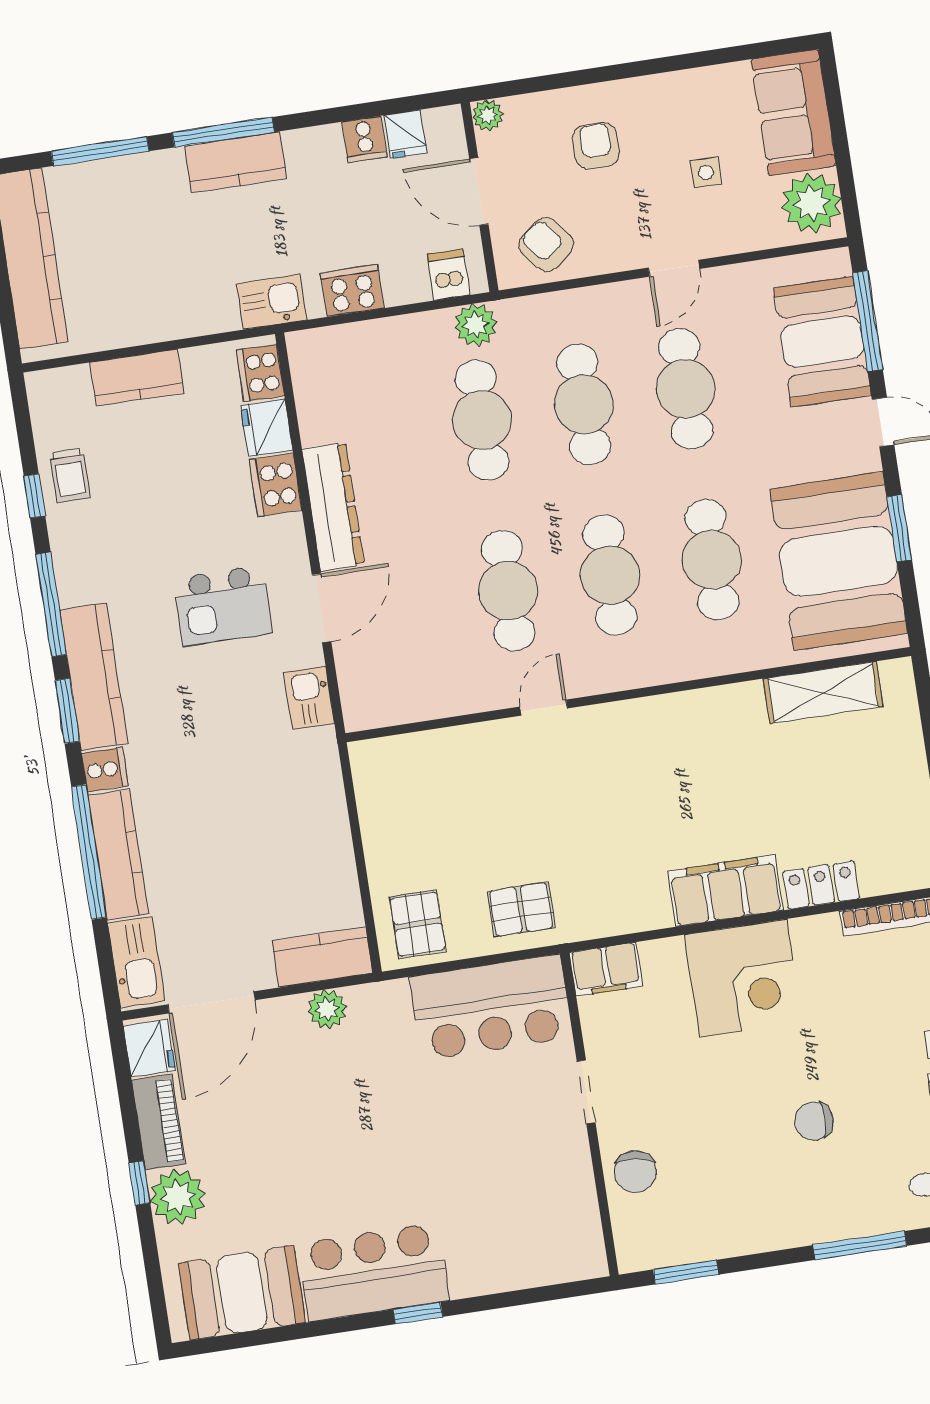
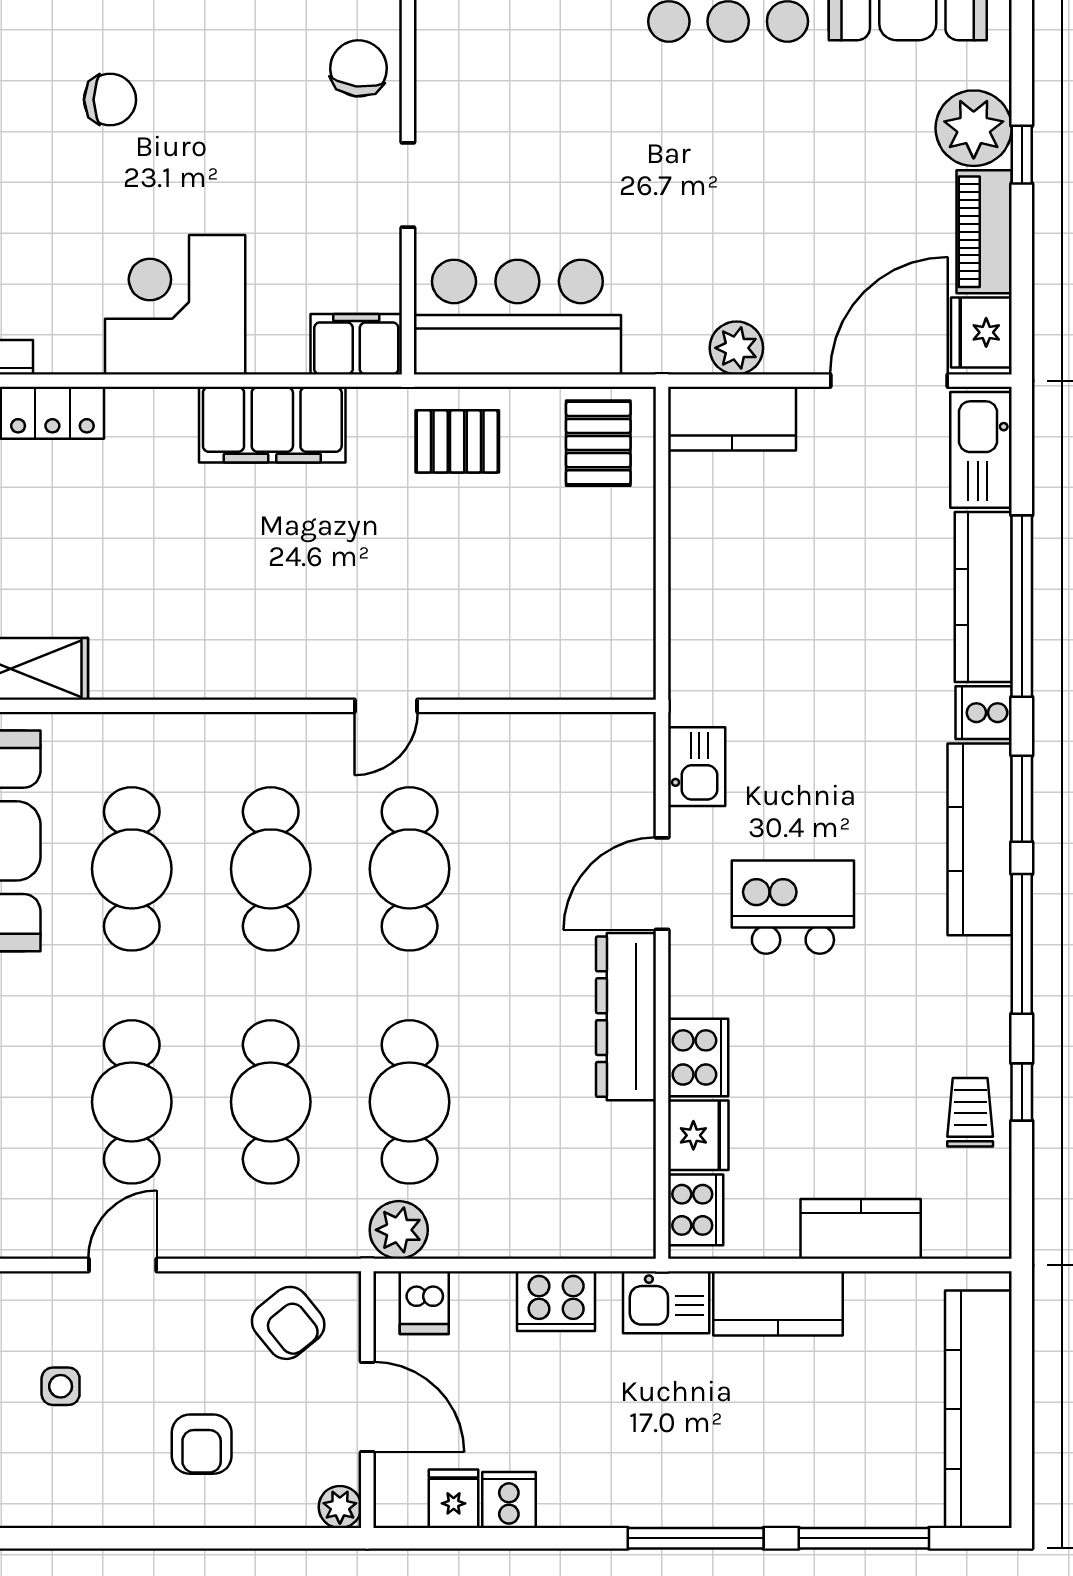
kitchen counter: (236, 162) -> (778, 1303), moved, turned 180
filing cabinet: (725, 891) -> (272, 425), moved

